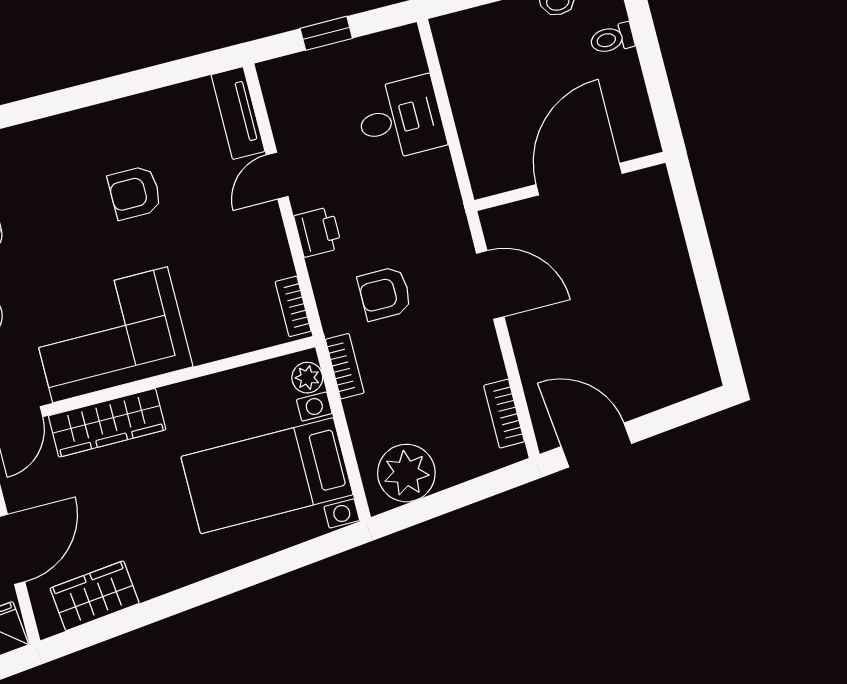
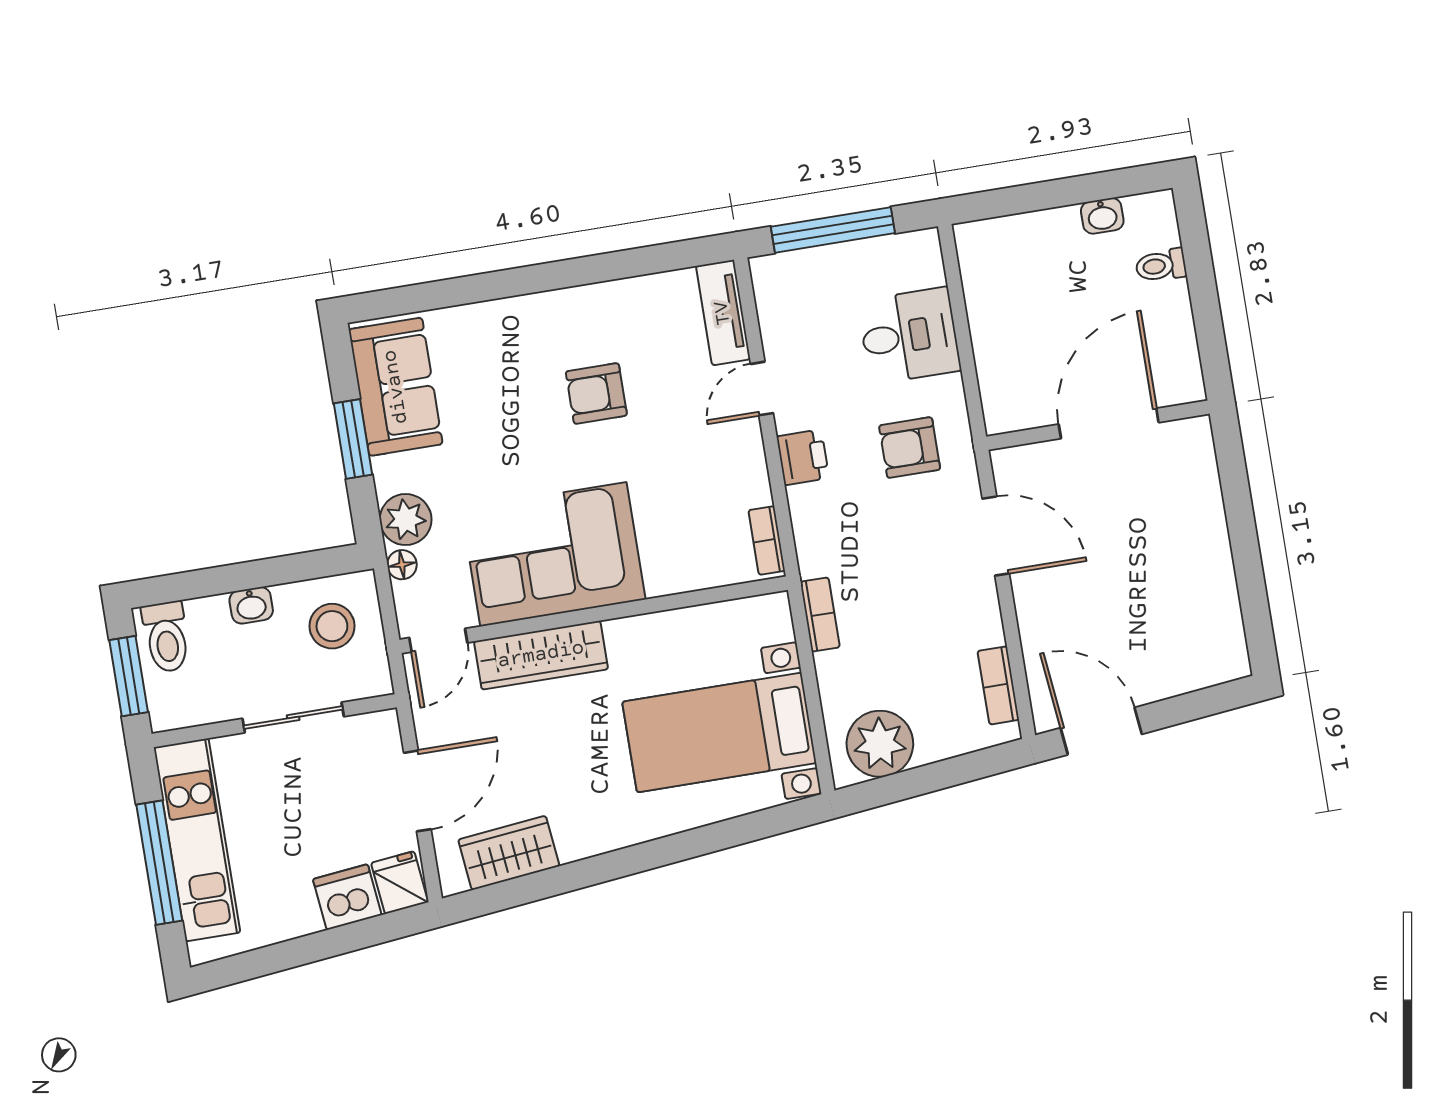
window: (326, 33) -> (833, 230), width x2.17
armchair: (385, 294) -> (910, 448), moved
plant: (307, 378) -> (776, 624), removed

